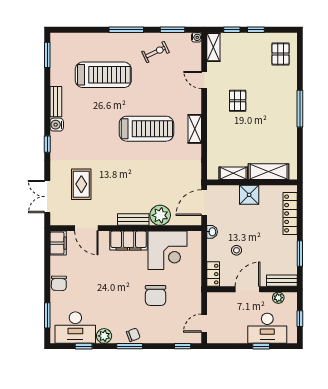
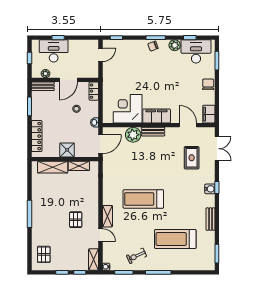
water cooler: (57, 125) -> (210, 189), moved
shelving: (195, 129) -> (107, 216), moved
chair: (156, 295) -> (136, 75), removed

